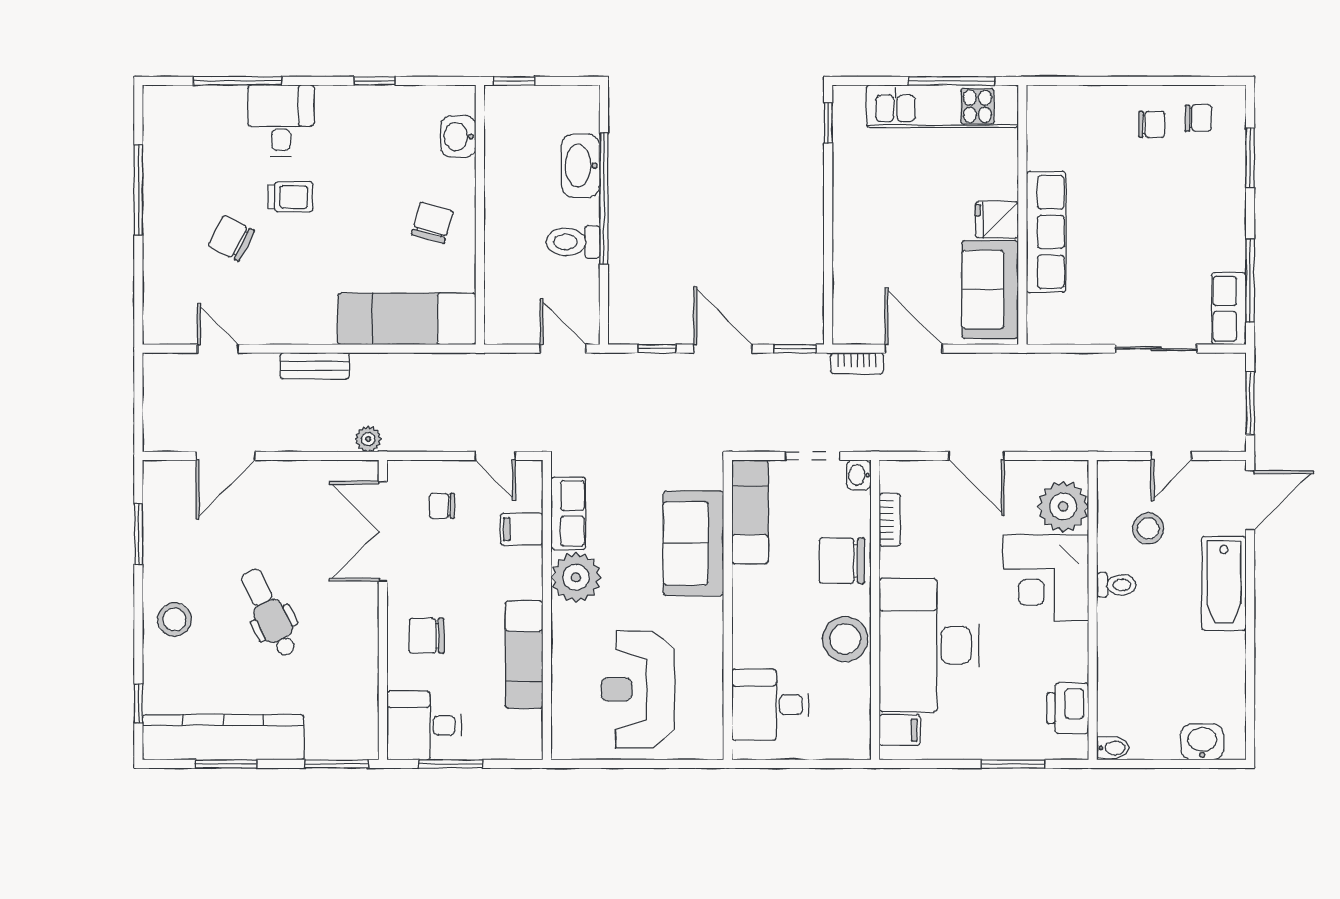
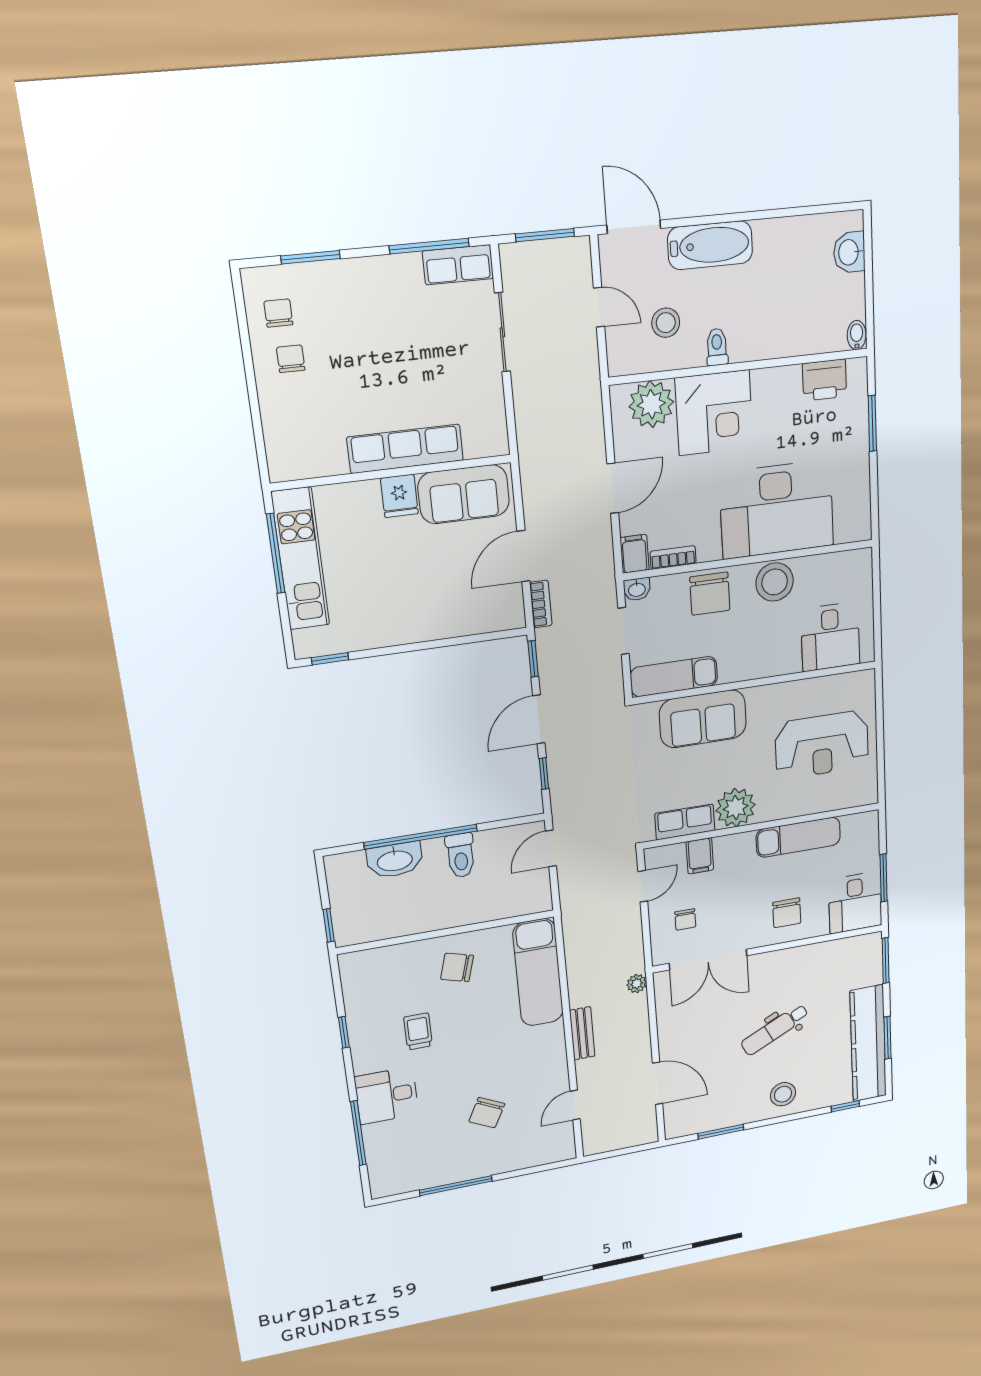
washbasin: (458, 137) -> (382, 960), removed
trolley: (291, 197) -> (418, 1031), moved
filing cabinet: (900, 730) -> (635, 554), moved

